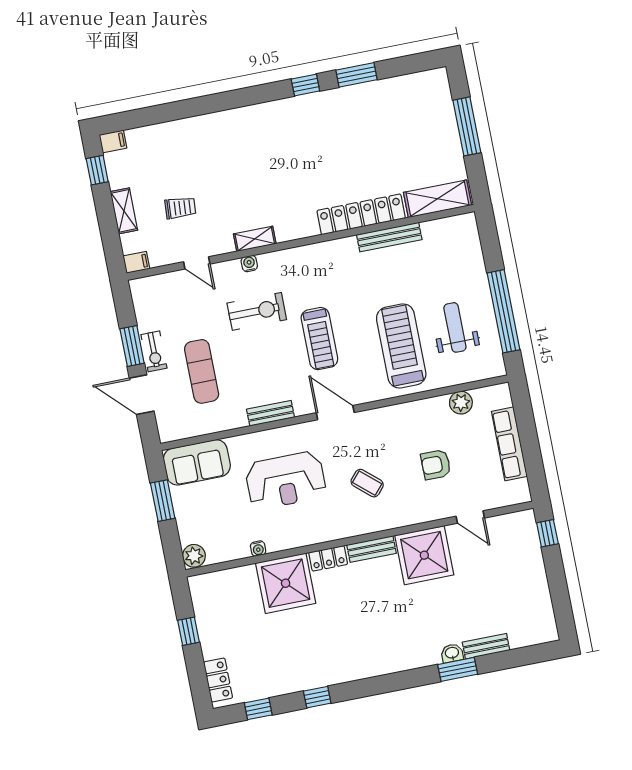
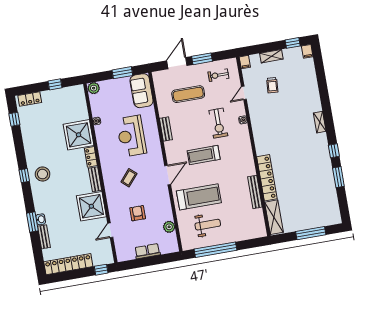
shelving: (255, 239) -> (320, 122), moved
exercise bike: (154, 351) -> (218, 75), moved
door: (335, 413) -> (168, 175), moved
row of seats: (509, 444) -> (147, 251), width x0.68
locker: (538, 597) -> (68, 264), added
stool: (364, 652) -> (43, 174), added
window: (317, 697) -> (24, 176), moved

